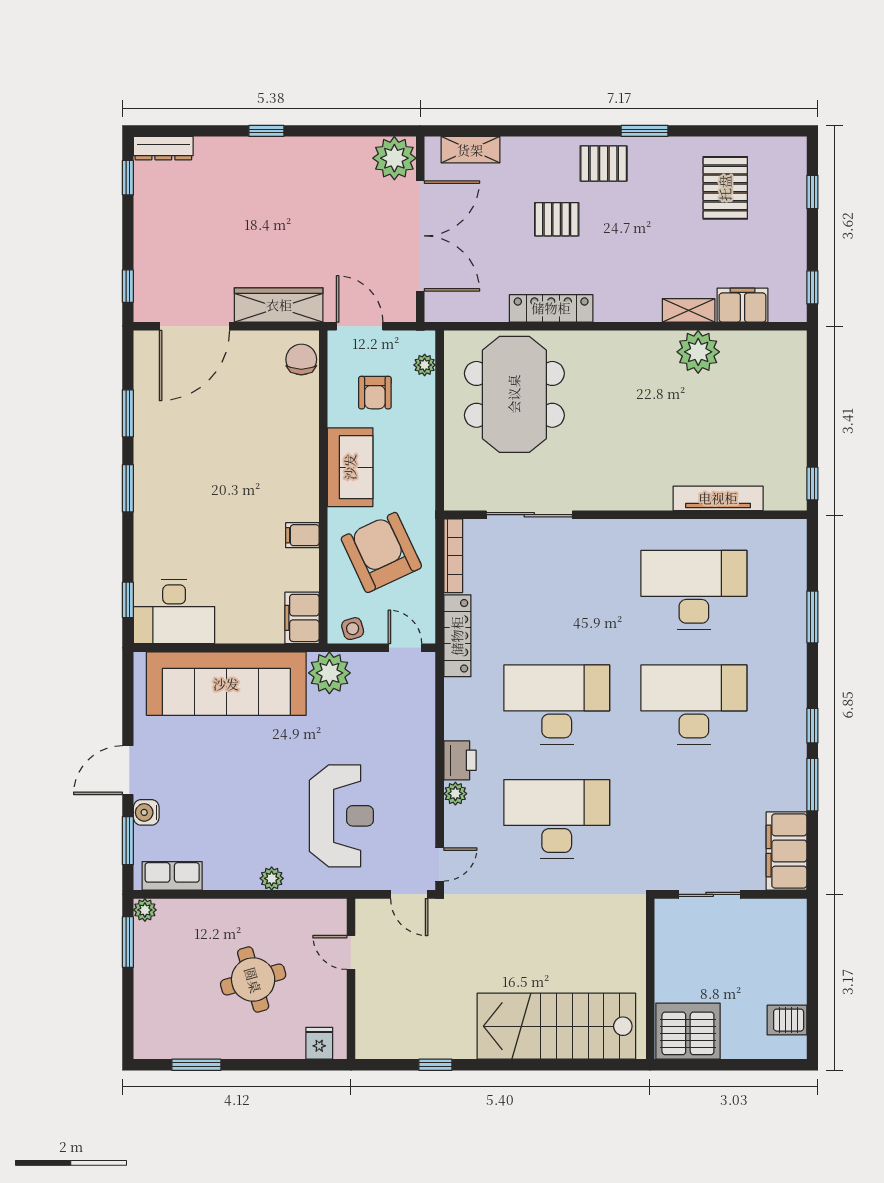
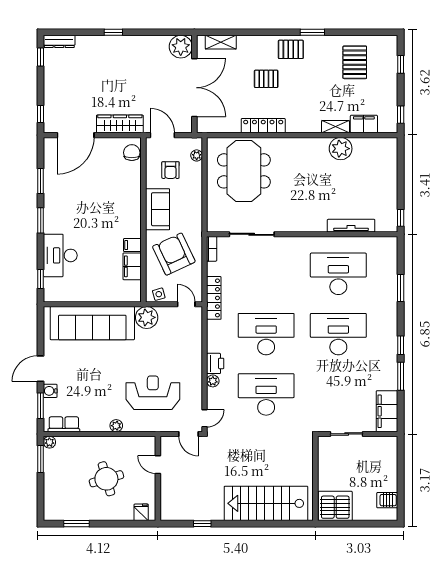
bookcase: (453, 556) -> (212, 249), width x0.64
desk: (174, 612) -> (60, 255), moved, turned 90
filing cabinet: (302, 618) -> (132, 266), moved
reception desk: (341, 816) -> (153, 393), turned -90

